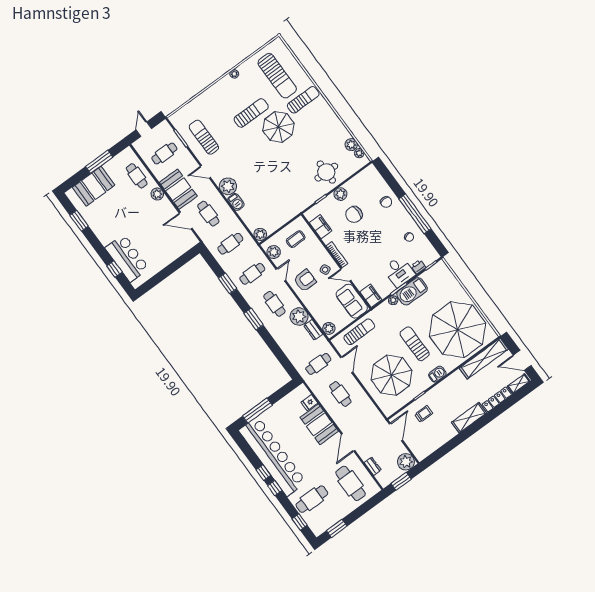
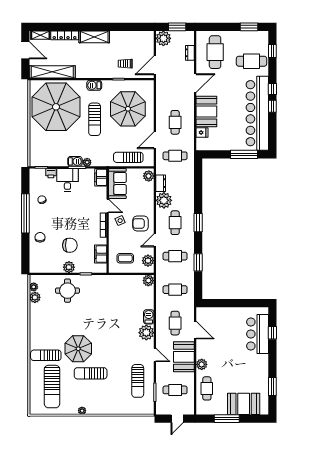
sun lounger: (277, 76) -> (52, 387), turned 180
barbecue: (412, 291) -> (75, 161), width x0.53, depth x0.65

